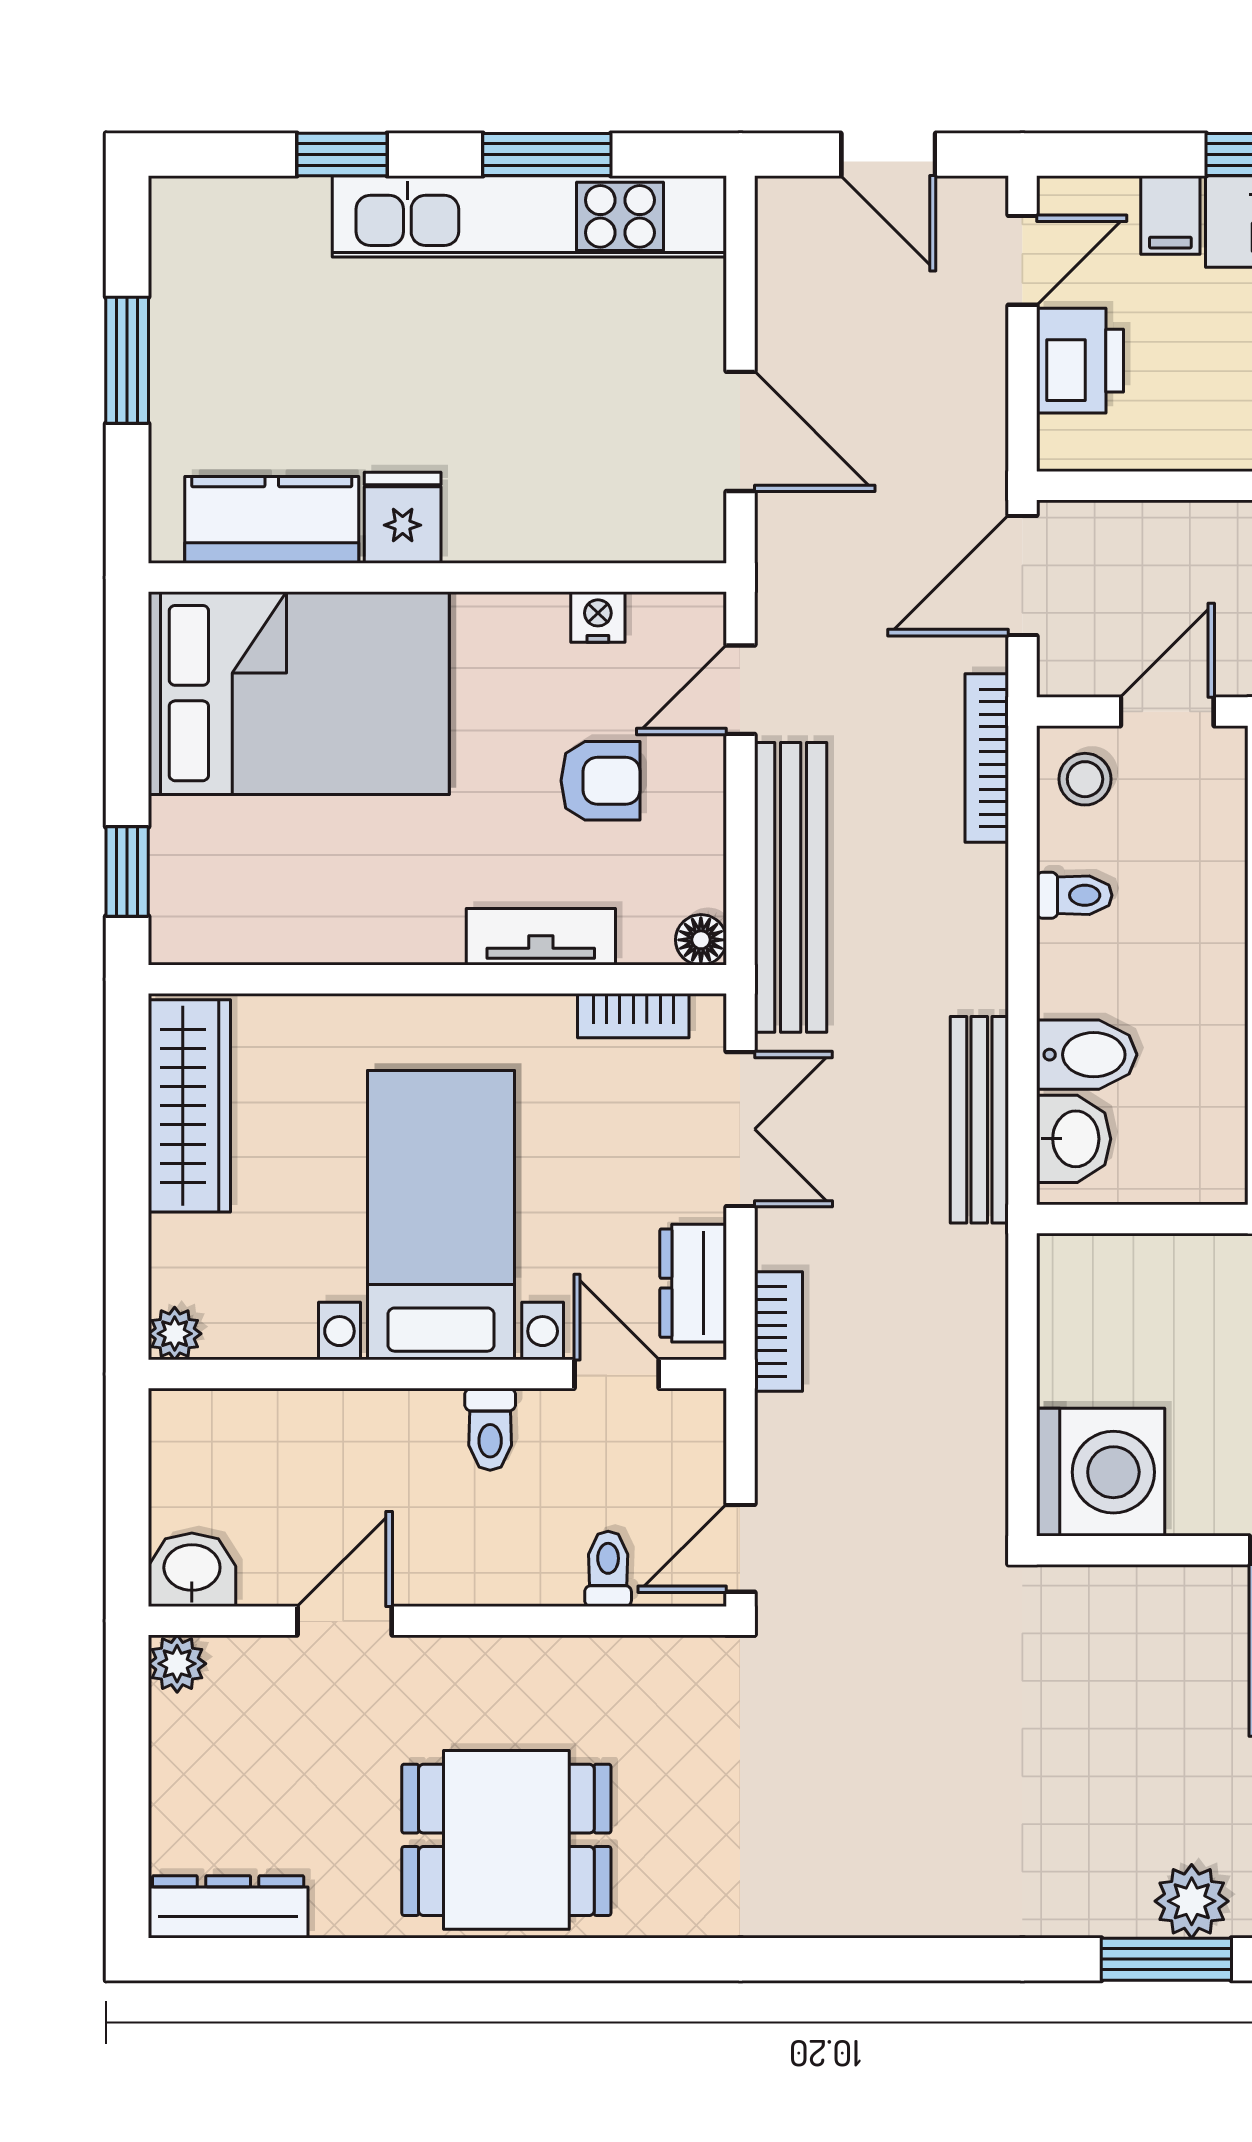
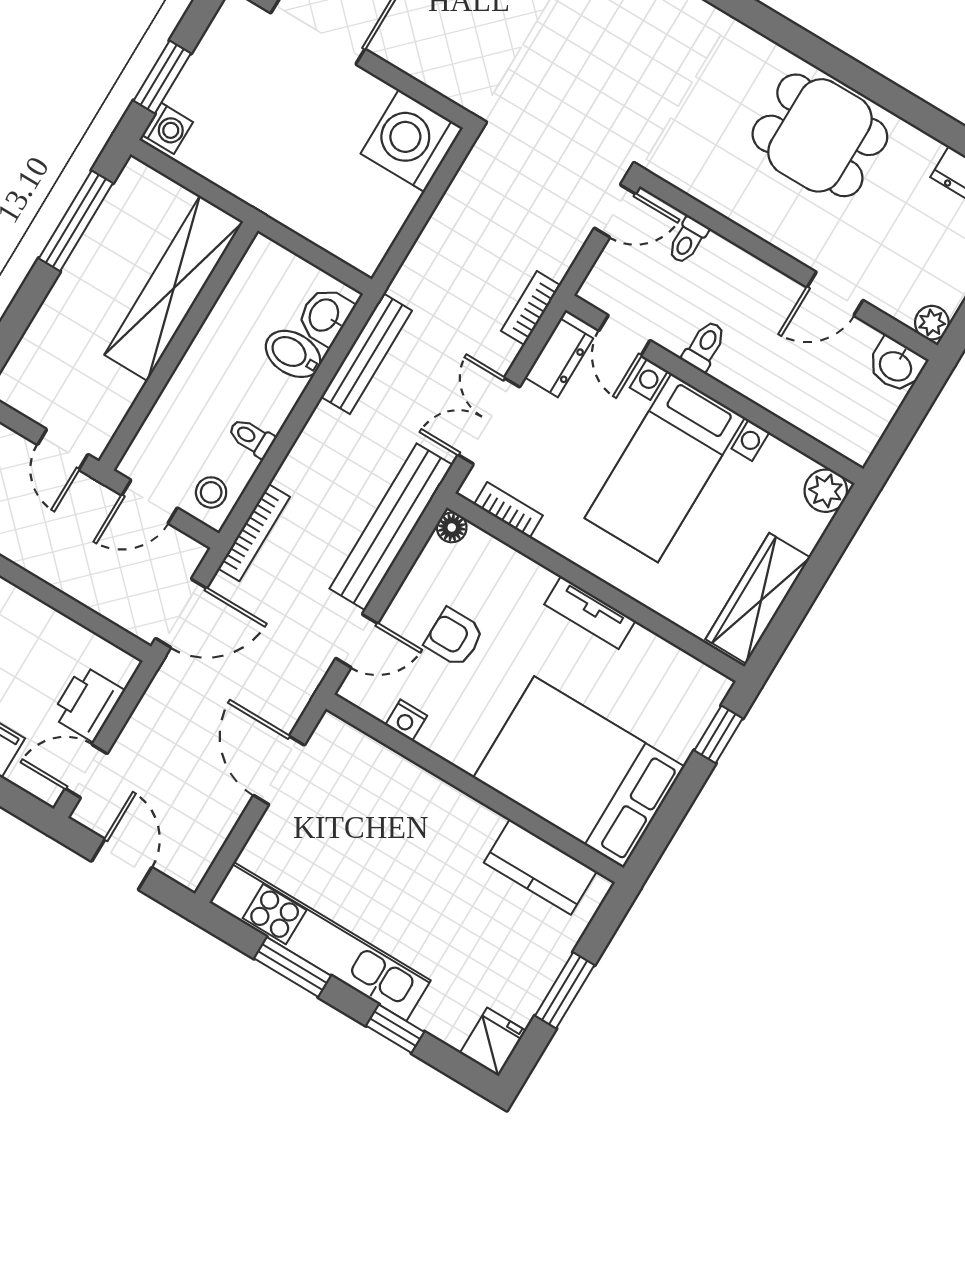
fridge: (403, 518) -> (493, 1042), moved, turned 180
tv unit: (541, 937) -> (590, 613), moved
plant: (175, 1334) -> (826, 491), width x1.38, depth x1.38

